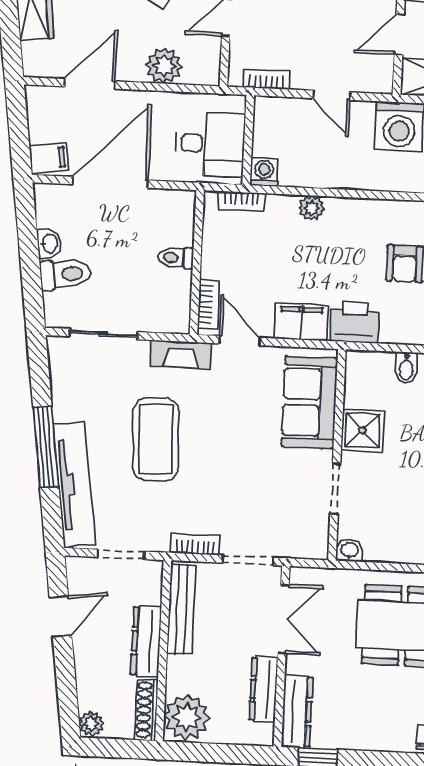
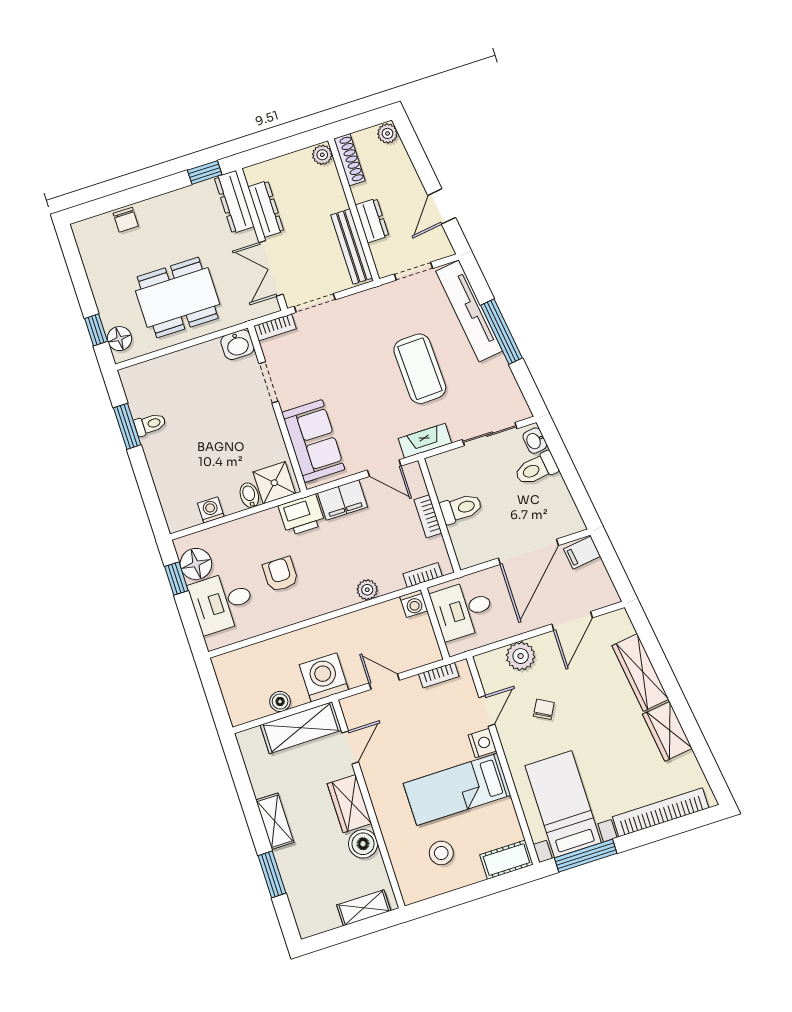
washbasin: (49, 243) -> (535, 441), moved
toilet: (176, 258) -> (461, 508), width x1.37, depth x1.39
bookcase: (208, 304) -> (428, 516), moved
shower: (362, 430) -> (274, 483), moved
bookcase: (195, 544) -> (275, 327), moved
washbasin: (350, 550) -> (237, 345), width x1.38, depth x1.45
dresser: (146, 641) -> (372, 220), width x0.70
plant: (187, 717) -> (322, 155), width x0.53, depth x0.53

